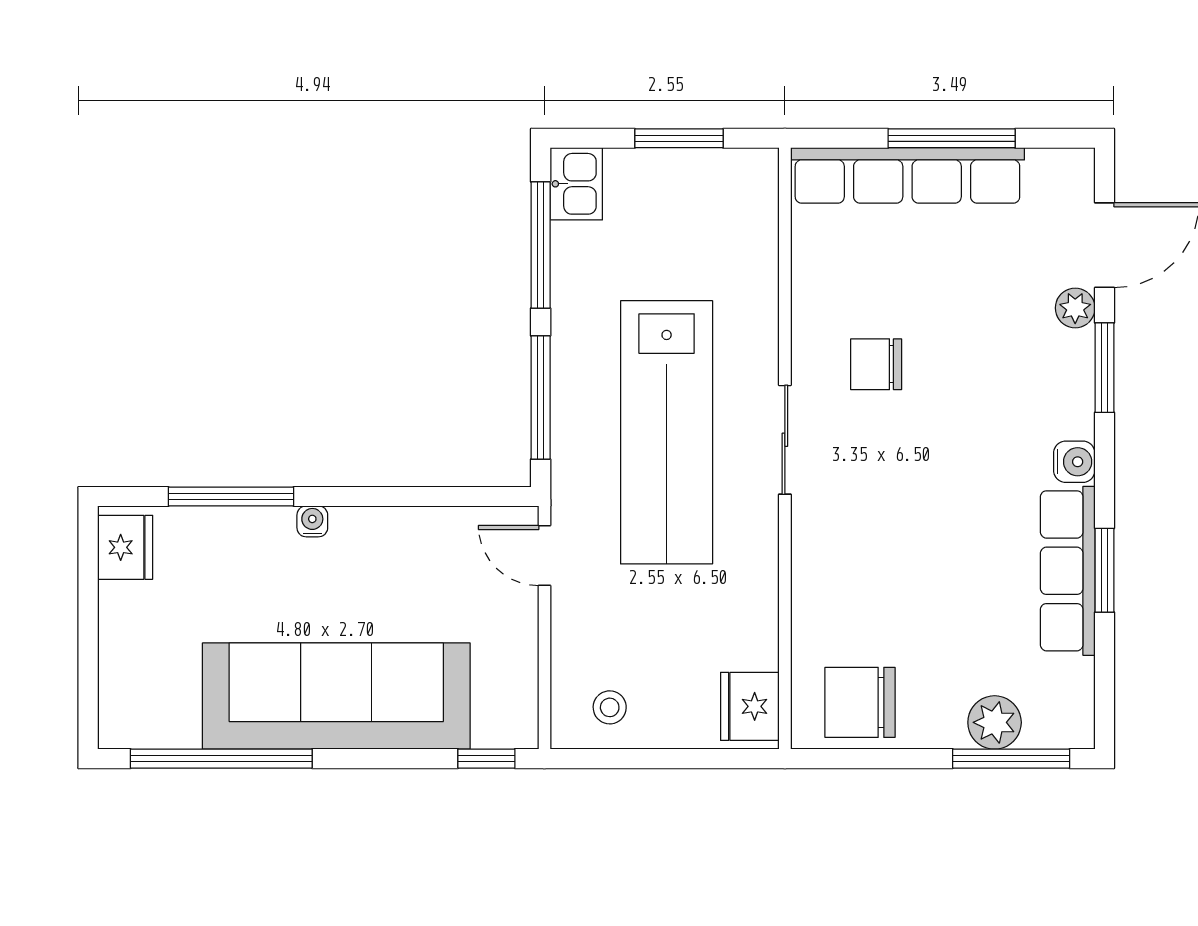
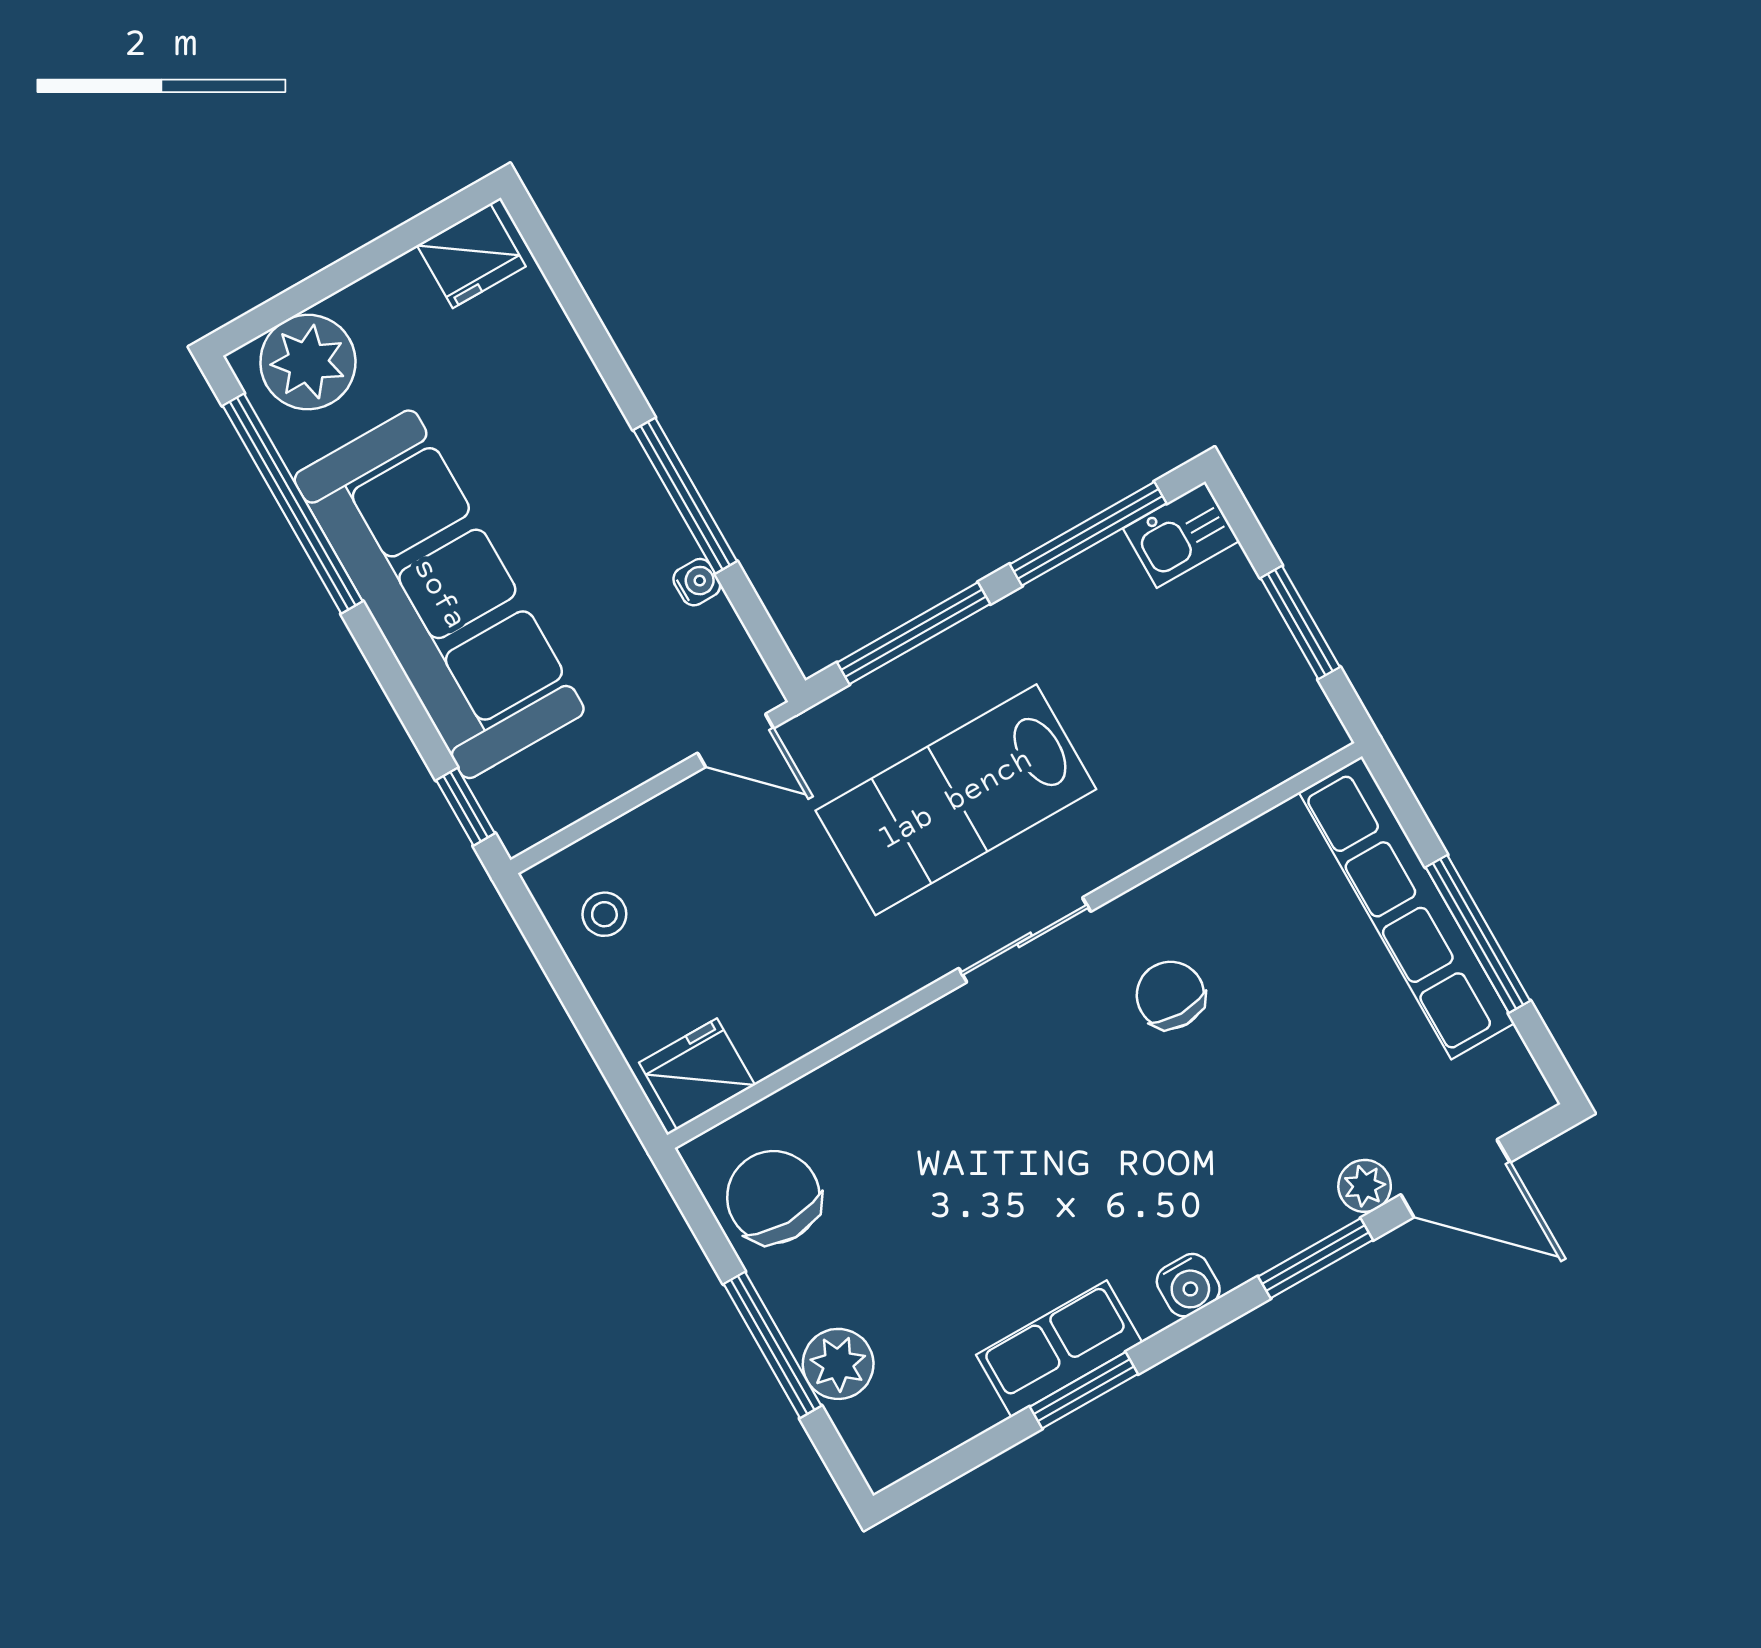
lab bench: (667, 432) -> (956, 800), width x0.73
window: (231, 497) -> (685, 496), moved
water cooler: (312, 521) -> (697, 582), moved
door: (544, 556) -> (736, 741), swing flipped
row of seats: (1068, 571) -> (1059, 1349), width x0.68
plant: (134, 695) -> (308, 362), added
window: (1011, 759) -> (773, 1345), moved

